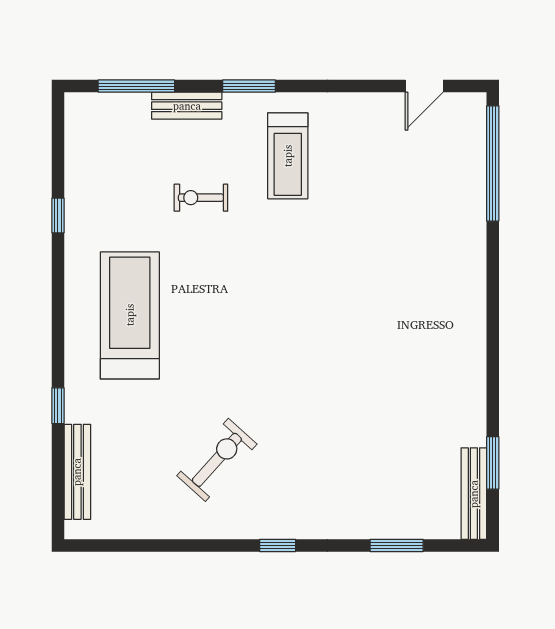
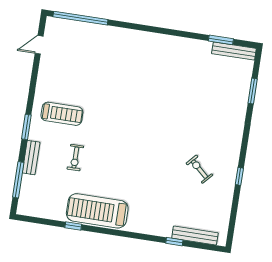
door: (424, 86) -> (39, 45), swing flipped
treadmill: (130, 315) -> (97, 211), moved
window: (58, 406) -> (174, 242), moved
exercise bike: (217, 460) -> (199, 169), width x0.73, depth x0.72
window: (278, 545) -> (239, 176), moved

